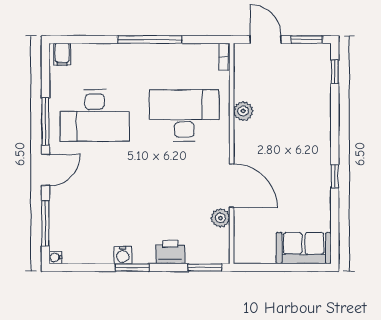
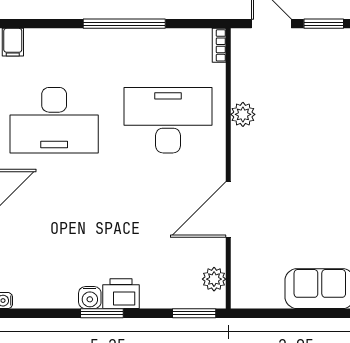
door: (232, 186) -> (228, 209), swing flipped
plant: (220, 218) -> (214, 279), moved
printer: (170, 252) -> (121, 294), moved

